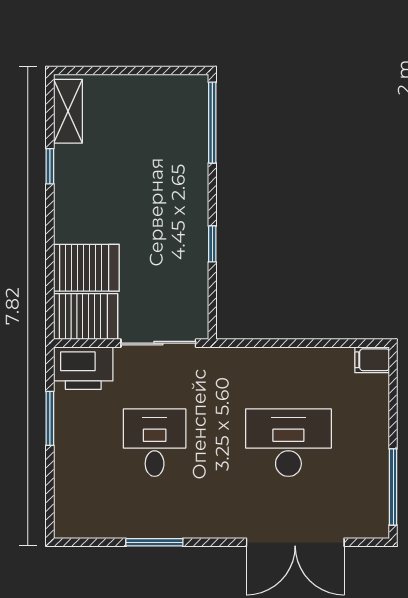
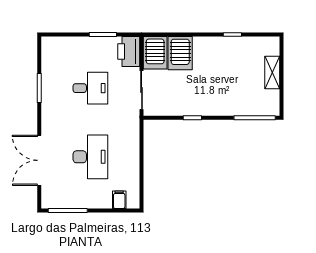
shelving: (68, 111) -> (272, 72), moved, turned 90
filing cabinet: (372, 360) -> (119, 200), moved

